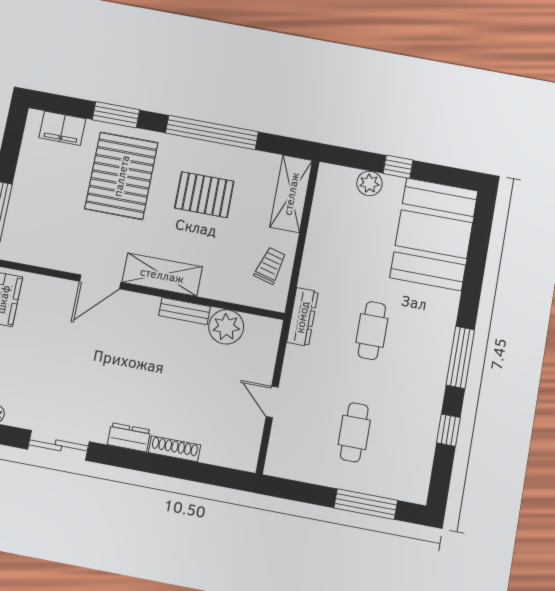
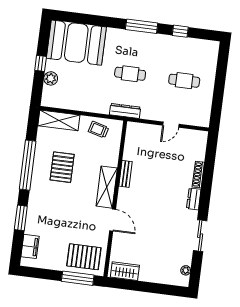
pallet: (121, 176) -> (84, 257), moved, width x0.73, depth x0.71
plant: (226, 327) -> (133, 151), removed
window: (366, 504) -> (221, 73), removed

